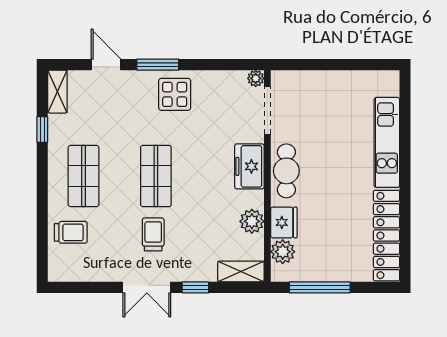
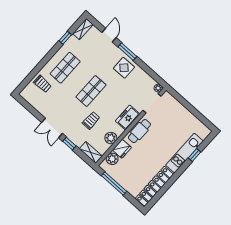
window: (405, 132) -> (195, 155), added
trolley: (153, 234) -> (91, 120), moved

